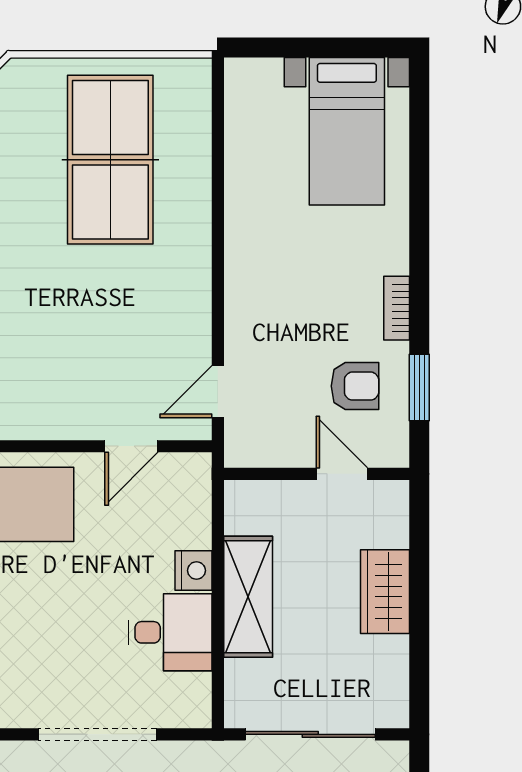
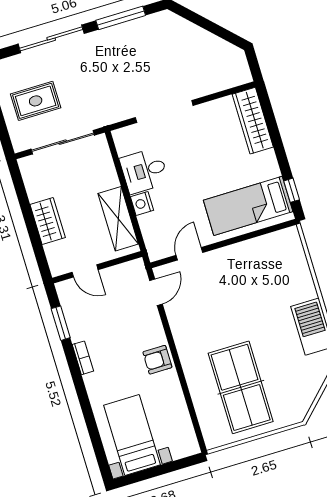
armchair: (355, 386) -> (157, 360), moved
shelving: (248, 597) -> (118, 219), moved

